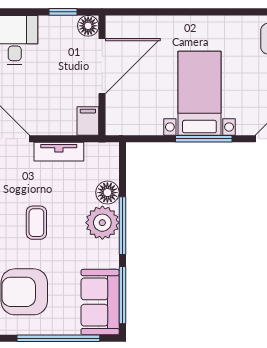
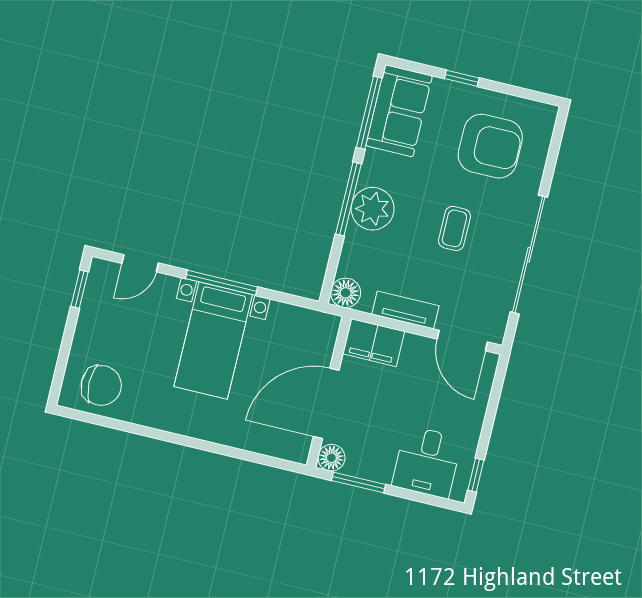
window: (63, 12) -> (359, 482), width x1.50
filing cabinet: (88, 121) -> (374, 343), width x2.00
floor lamp: (107, 193) -> (346, 293), moved
window: (58, 338) -> (462, 78), width x0.32

